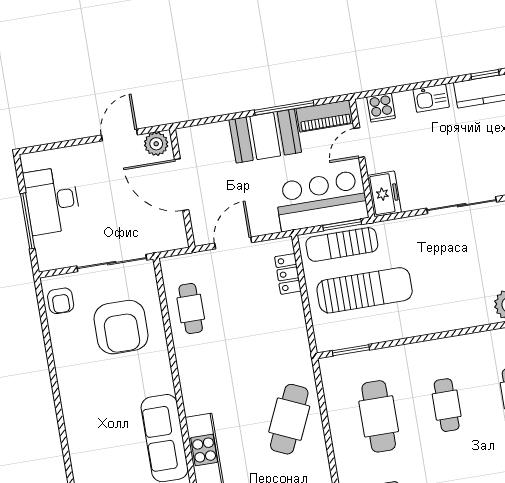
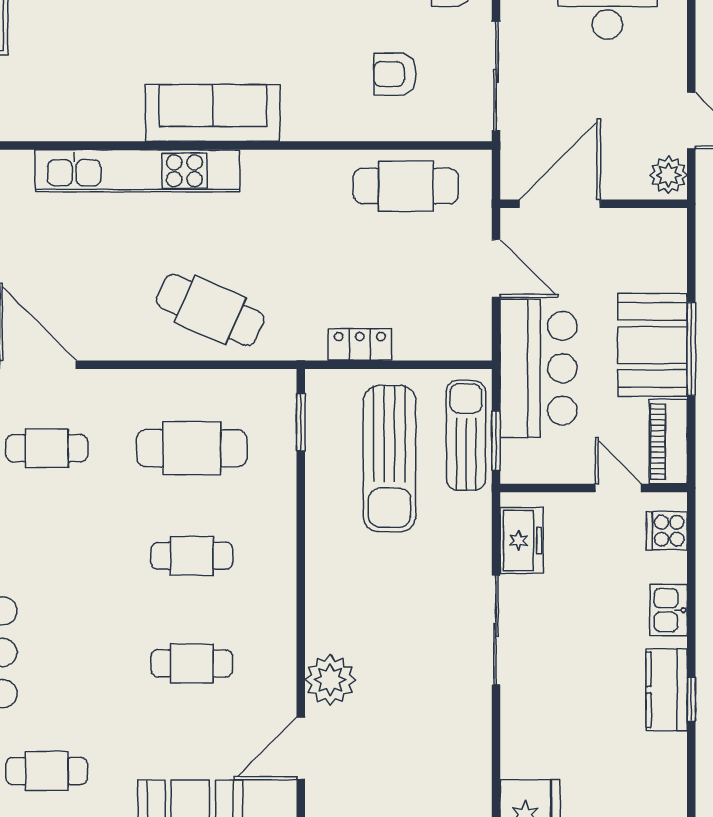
window: (284, 108) -> (691, 349), moved
door: (182, 185) -> (560, 204), moved
freezer: (384, 194) -> (522, 541), moved, turned -90
bar counter: (321, 201) -> (538, 368), moved
locker: (288, 274) -> (360, 345), moved
cafe table: (191, 309) -> (406, 186), width x1.37, depth x1.35
armchair: (121, 327) -> (395, 74), width x0.53, depth x0.53

